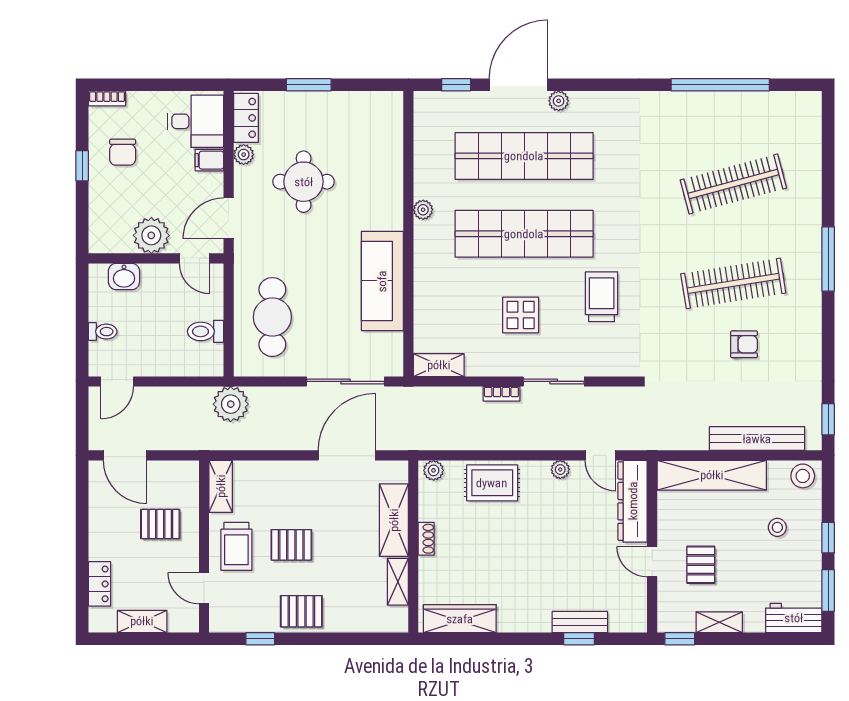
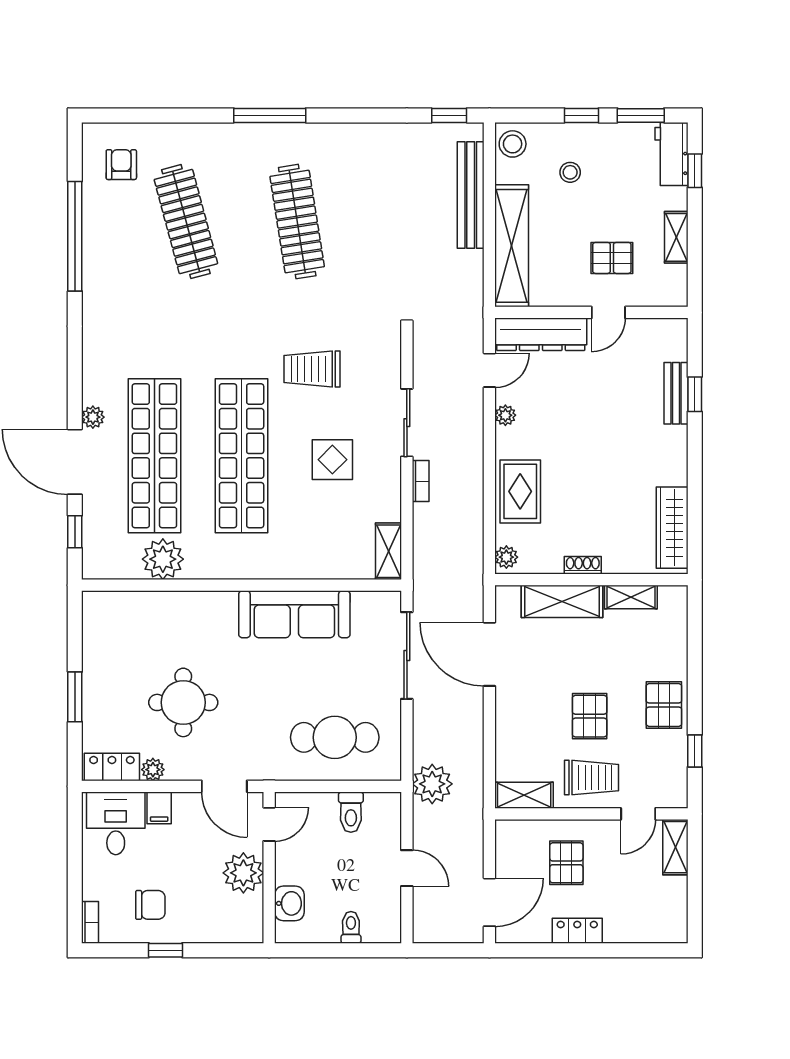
plant: (423, 210) -> (163, 559), moved, width x1.88, depth x1.88
armchair: (744, 344) -> (121, 165), moved
door: (117, 381) -> (407, 868), moved
locker: (99, 584) -> (577, 931), moved
shelving: (142, 621) -> (675, 847), moved
window: (680, 639) -> (695, 171), moved

